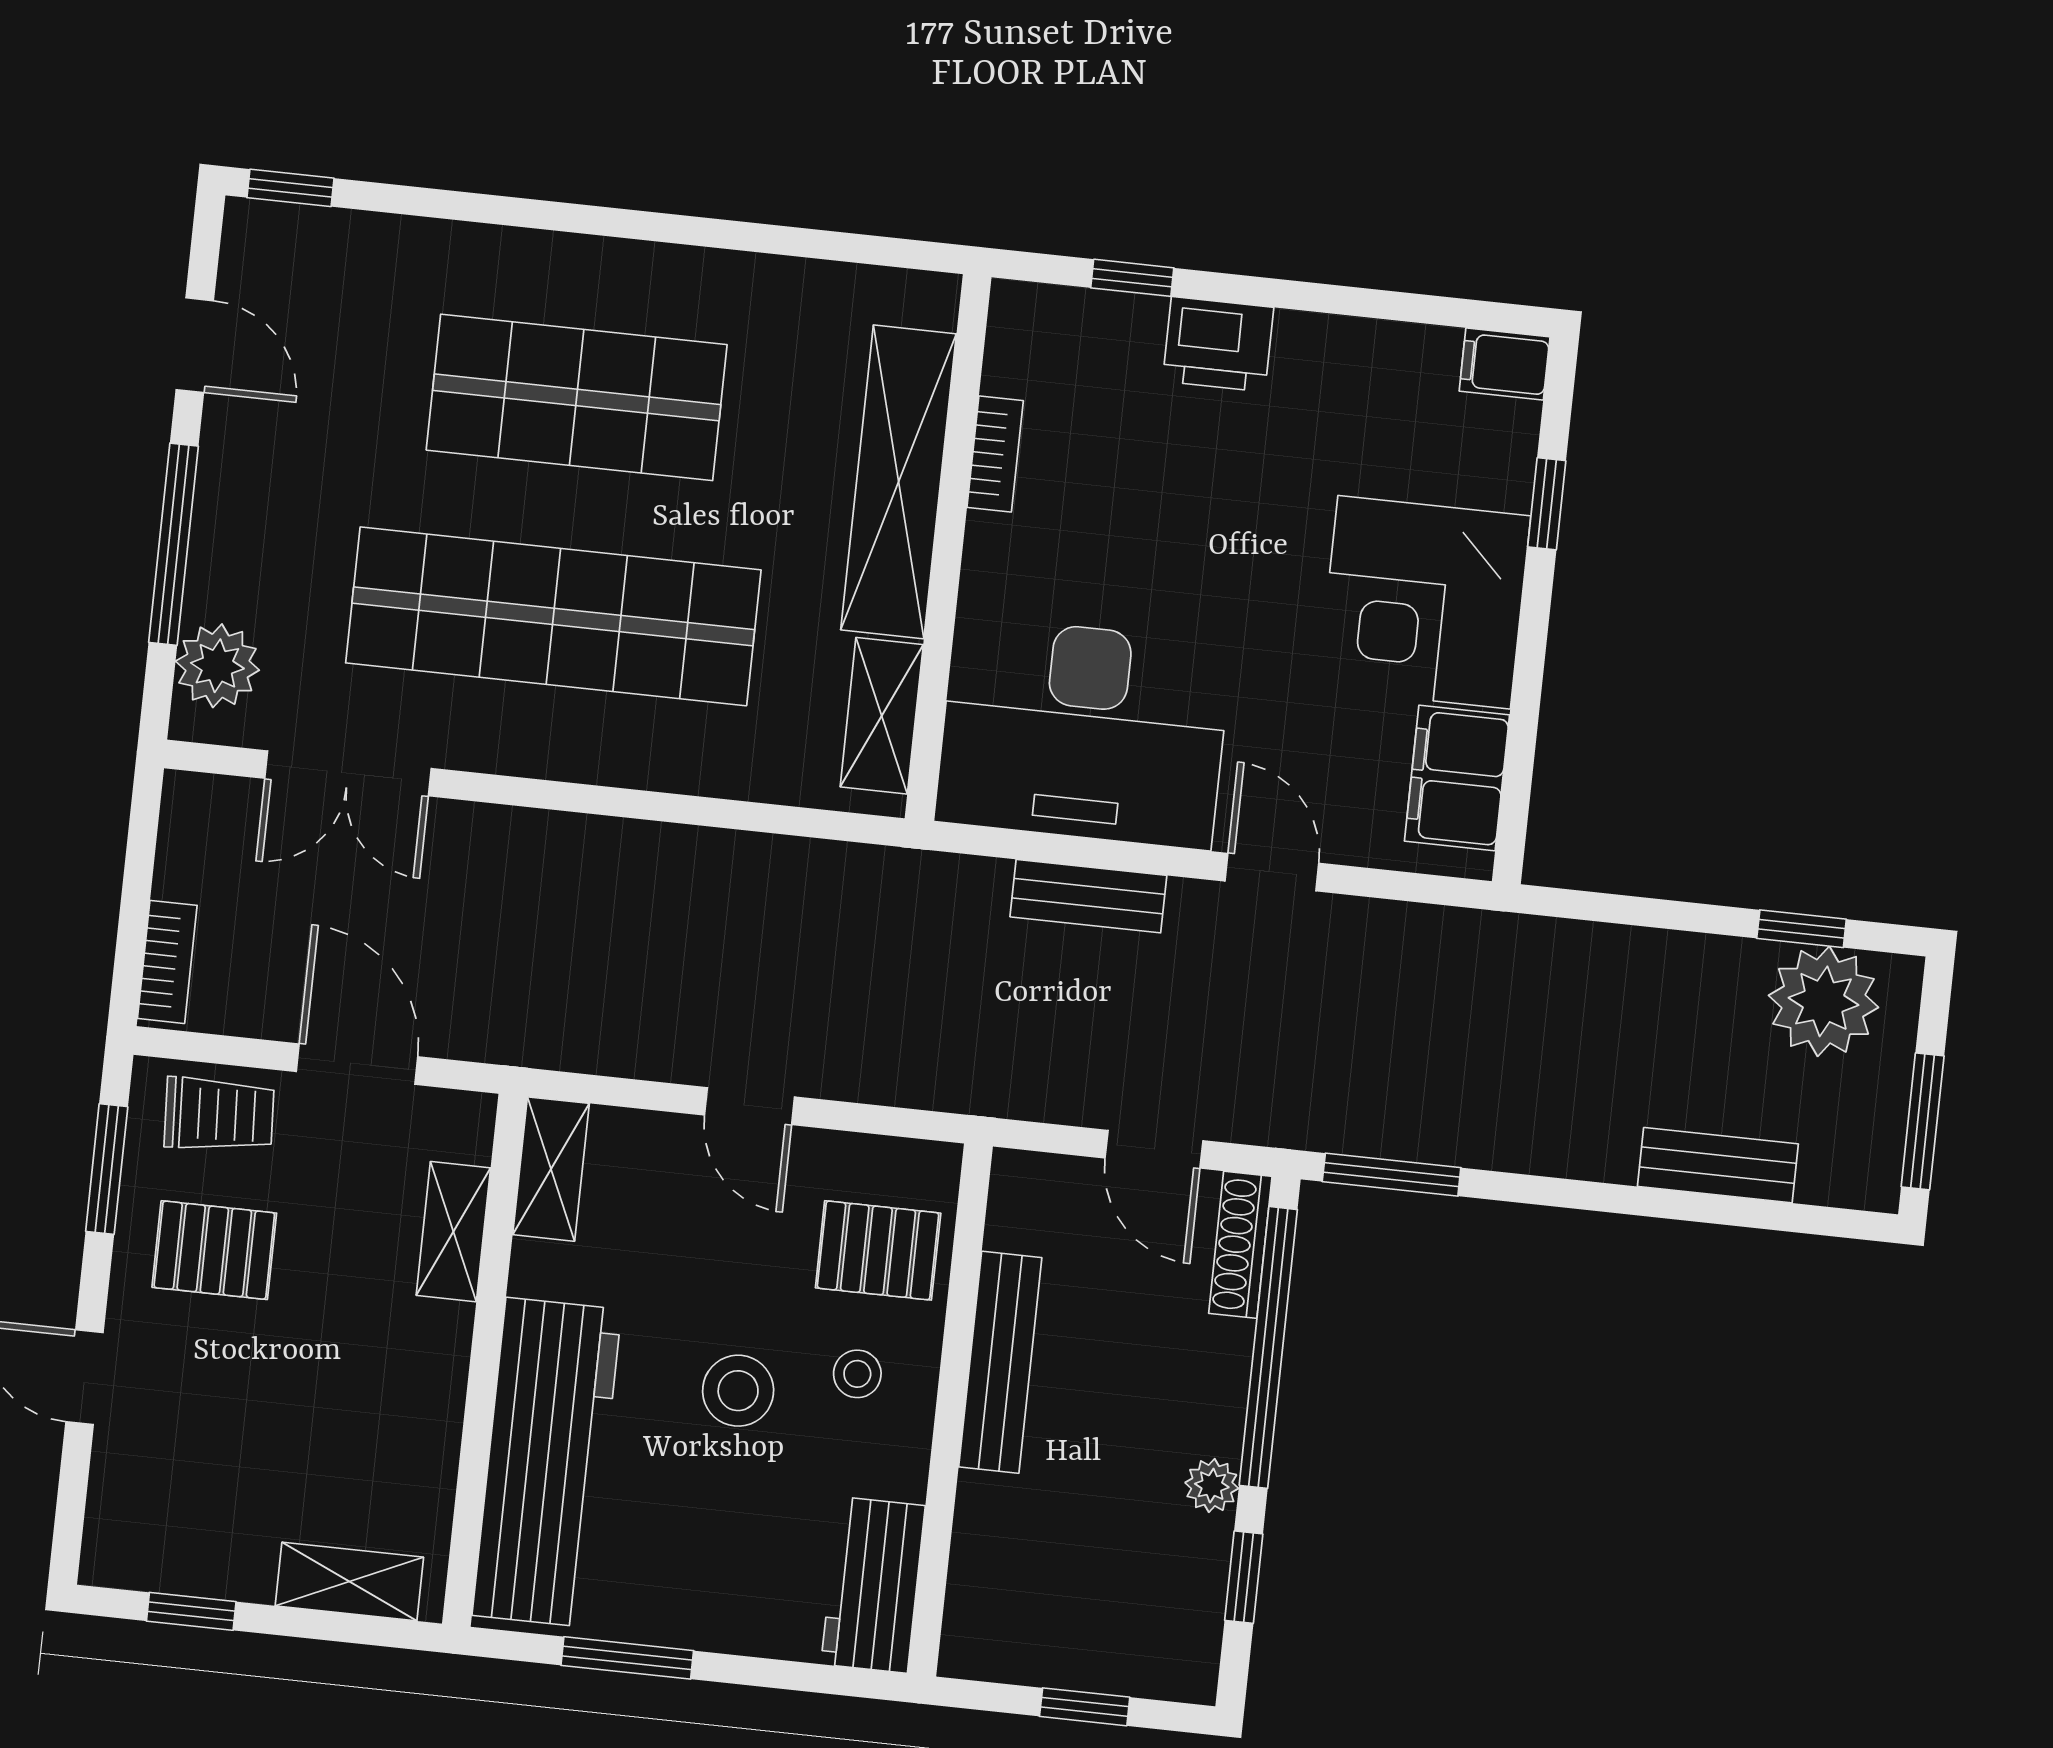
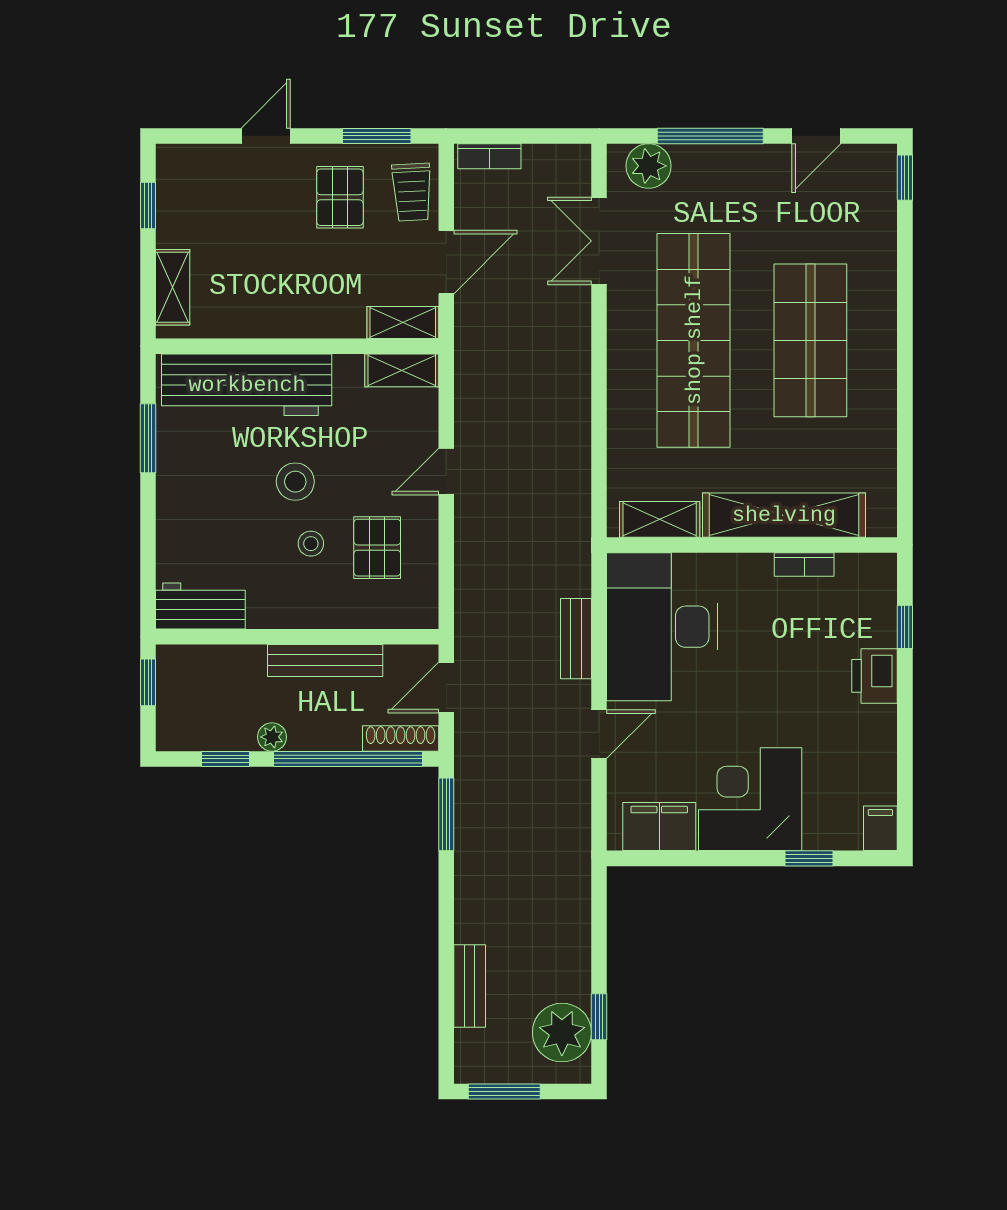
shelving: (453, 1232) -> (403, 322), moved
bench: (1000, 1362) -> (325, 660), moved
wall: (950, 1410) -> (297, 637), moved
workbench: (873, 1585) -> (200, 606), moved

